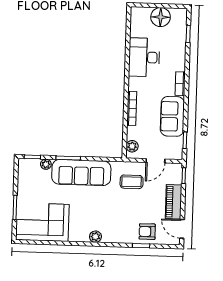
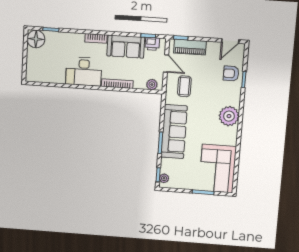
floor lamp: (161, 17) -> (36, 39), moved
desk: (144, 57) -> (84, 71), moved
printer: (176, 145) -> (152, 44), added
plant: (46, 164) -> (164, 178), moved
piano: (174, 202) -> (190, 47), moved
armchair: (147, 232) -> (231, 73), turned 90
plant: (95, 237) -> (229, 116), width x1.87, depth x1.87

